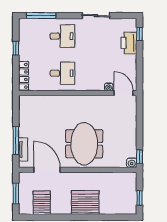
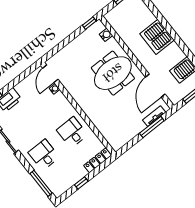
water cooler: (132, 163) -> (106, 35), moved

